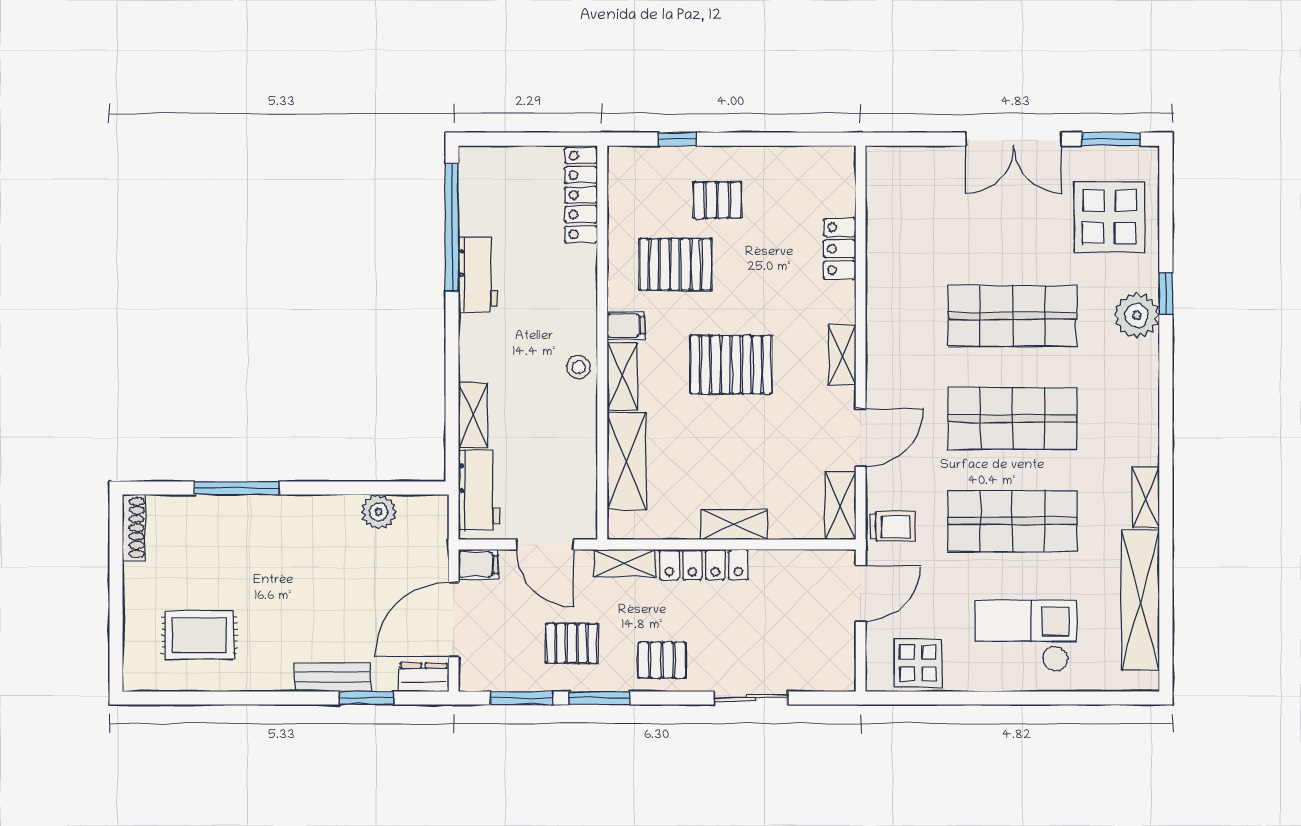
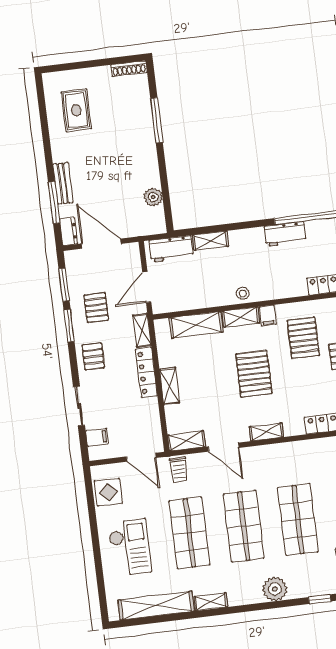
plant: (1137, 315) -> (275, 589), moved
filing cabinet: (478, 564) -> (97, 437), moved, turned -90
window: (366, 698) -> (54, 203), width x1.44

